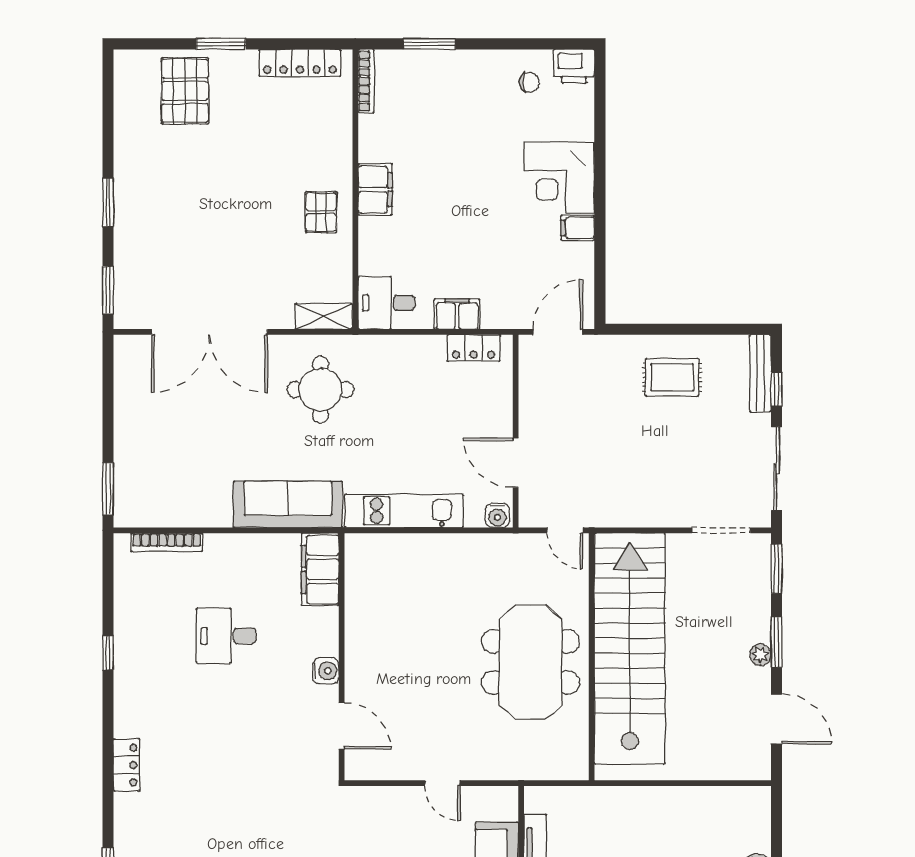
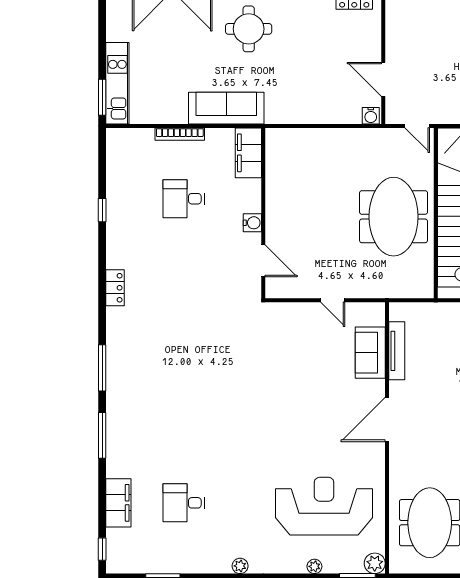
kitchen unit: (404, 511) -> (117, 83), moved, turned 90
bookcase: (167, 542) -> (180, 134), moved

